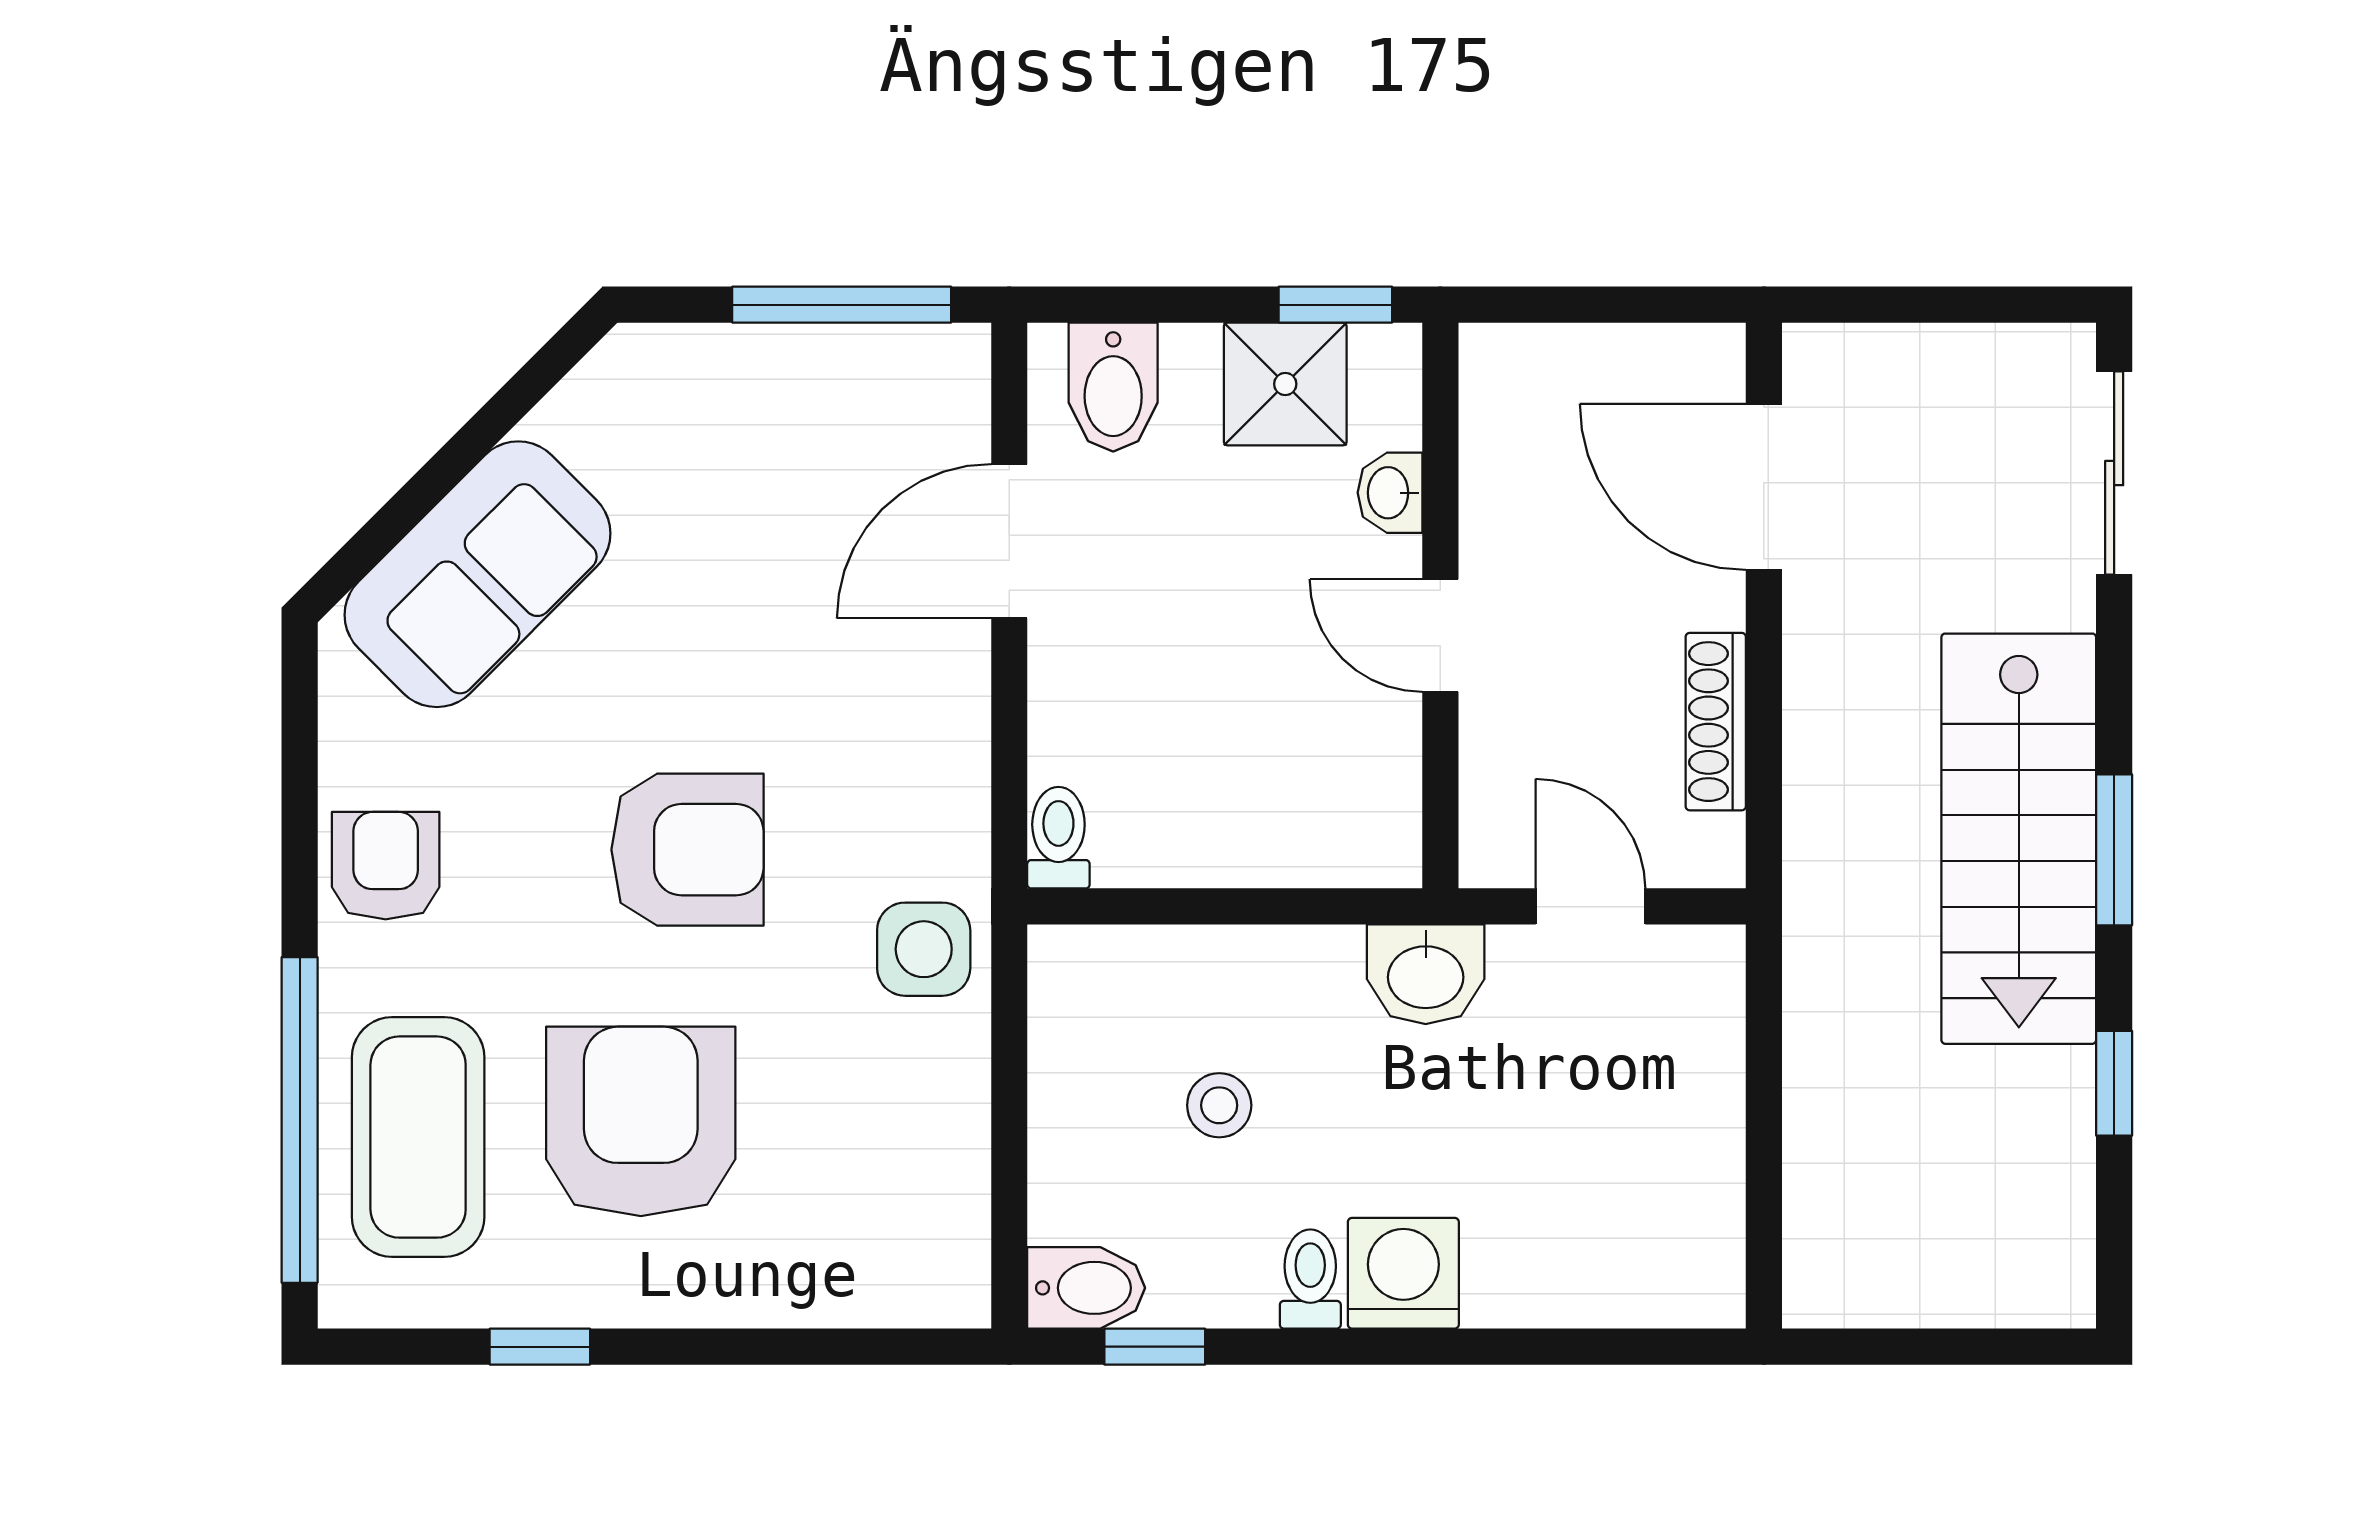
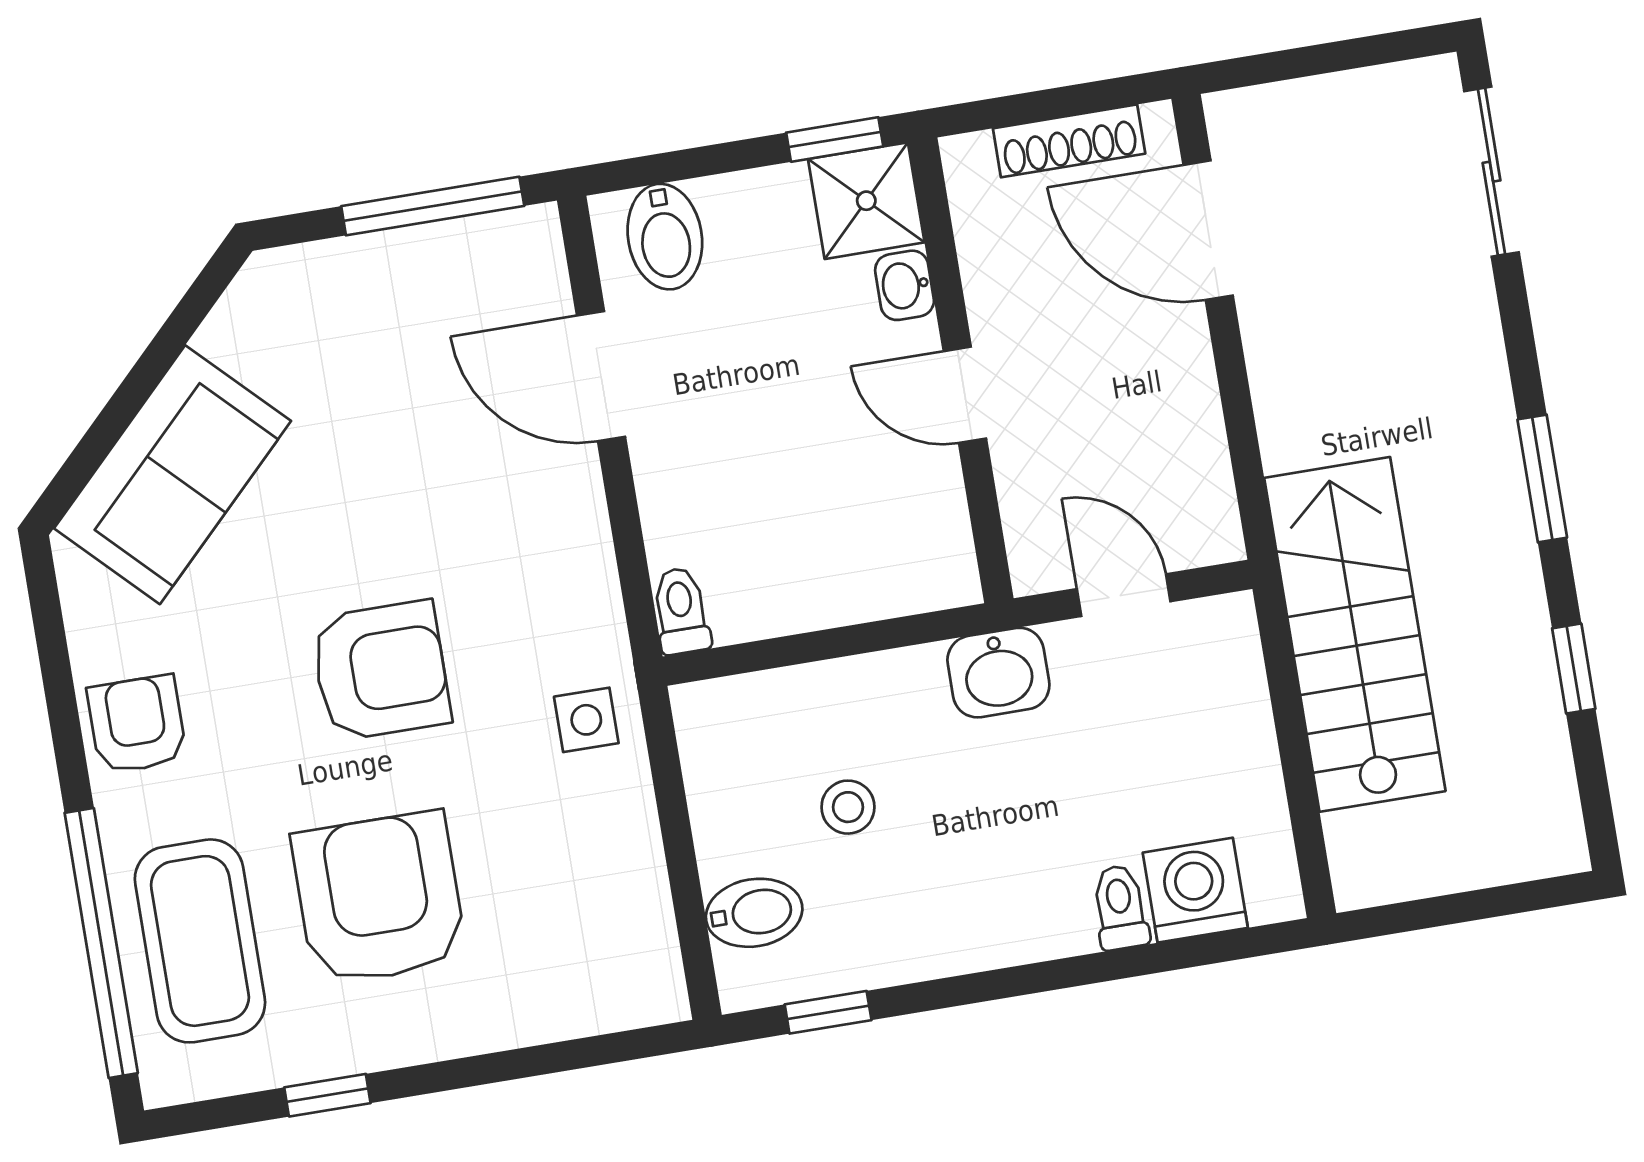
shower: (1285, 384) -> (866, 201), moved
door: (1009, 541) -> (601, 376), hinge flipped
shoe rack: (1716, 722) -> (1069, 141), moved, turned -90
stairs: (2019, 839) -> (1355, 634), moved, turned 180
side table: (924, 949) -> (586, 720), width x0.73, depth x0.73
washing machine: (1403, 1273) -> (1195, 890), moved
toilet: (1310, 1279) -> (1120, 907), moved
bidet: (1086, 1288) -> (754, 913), moved

